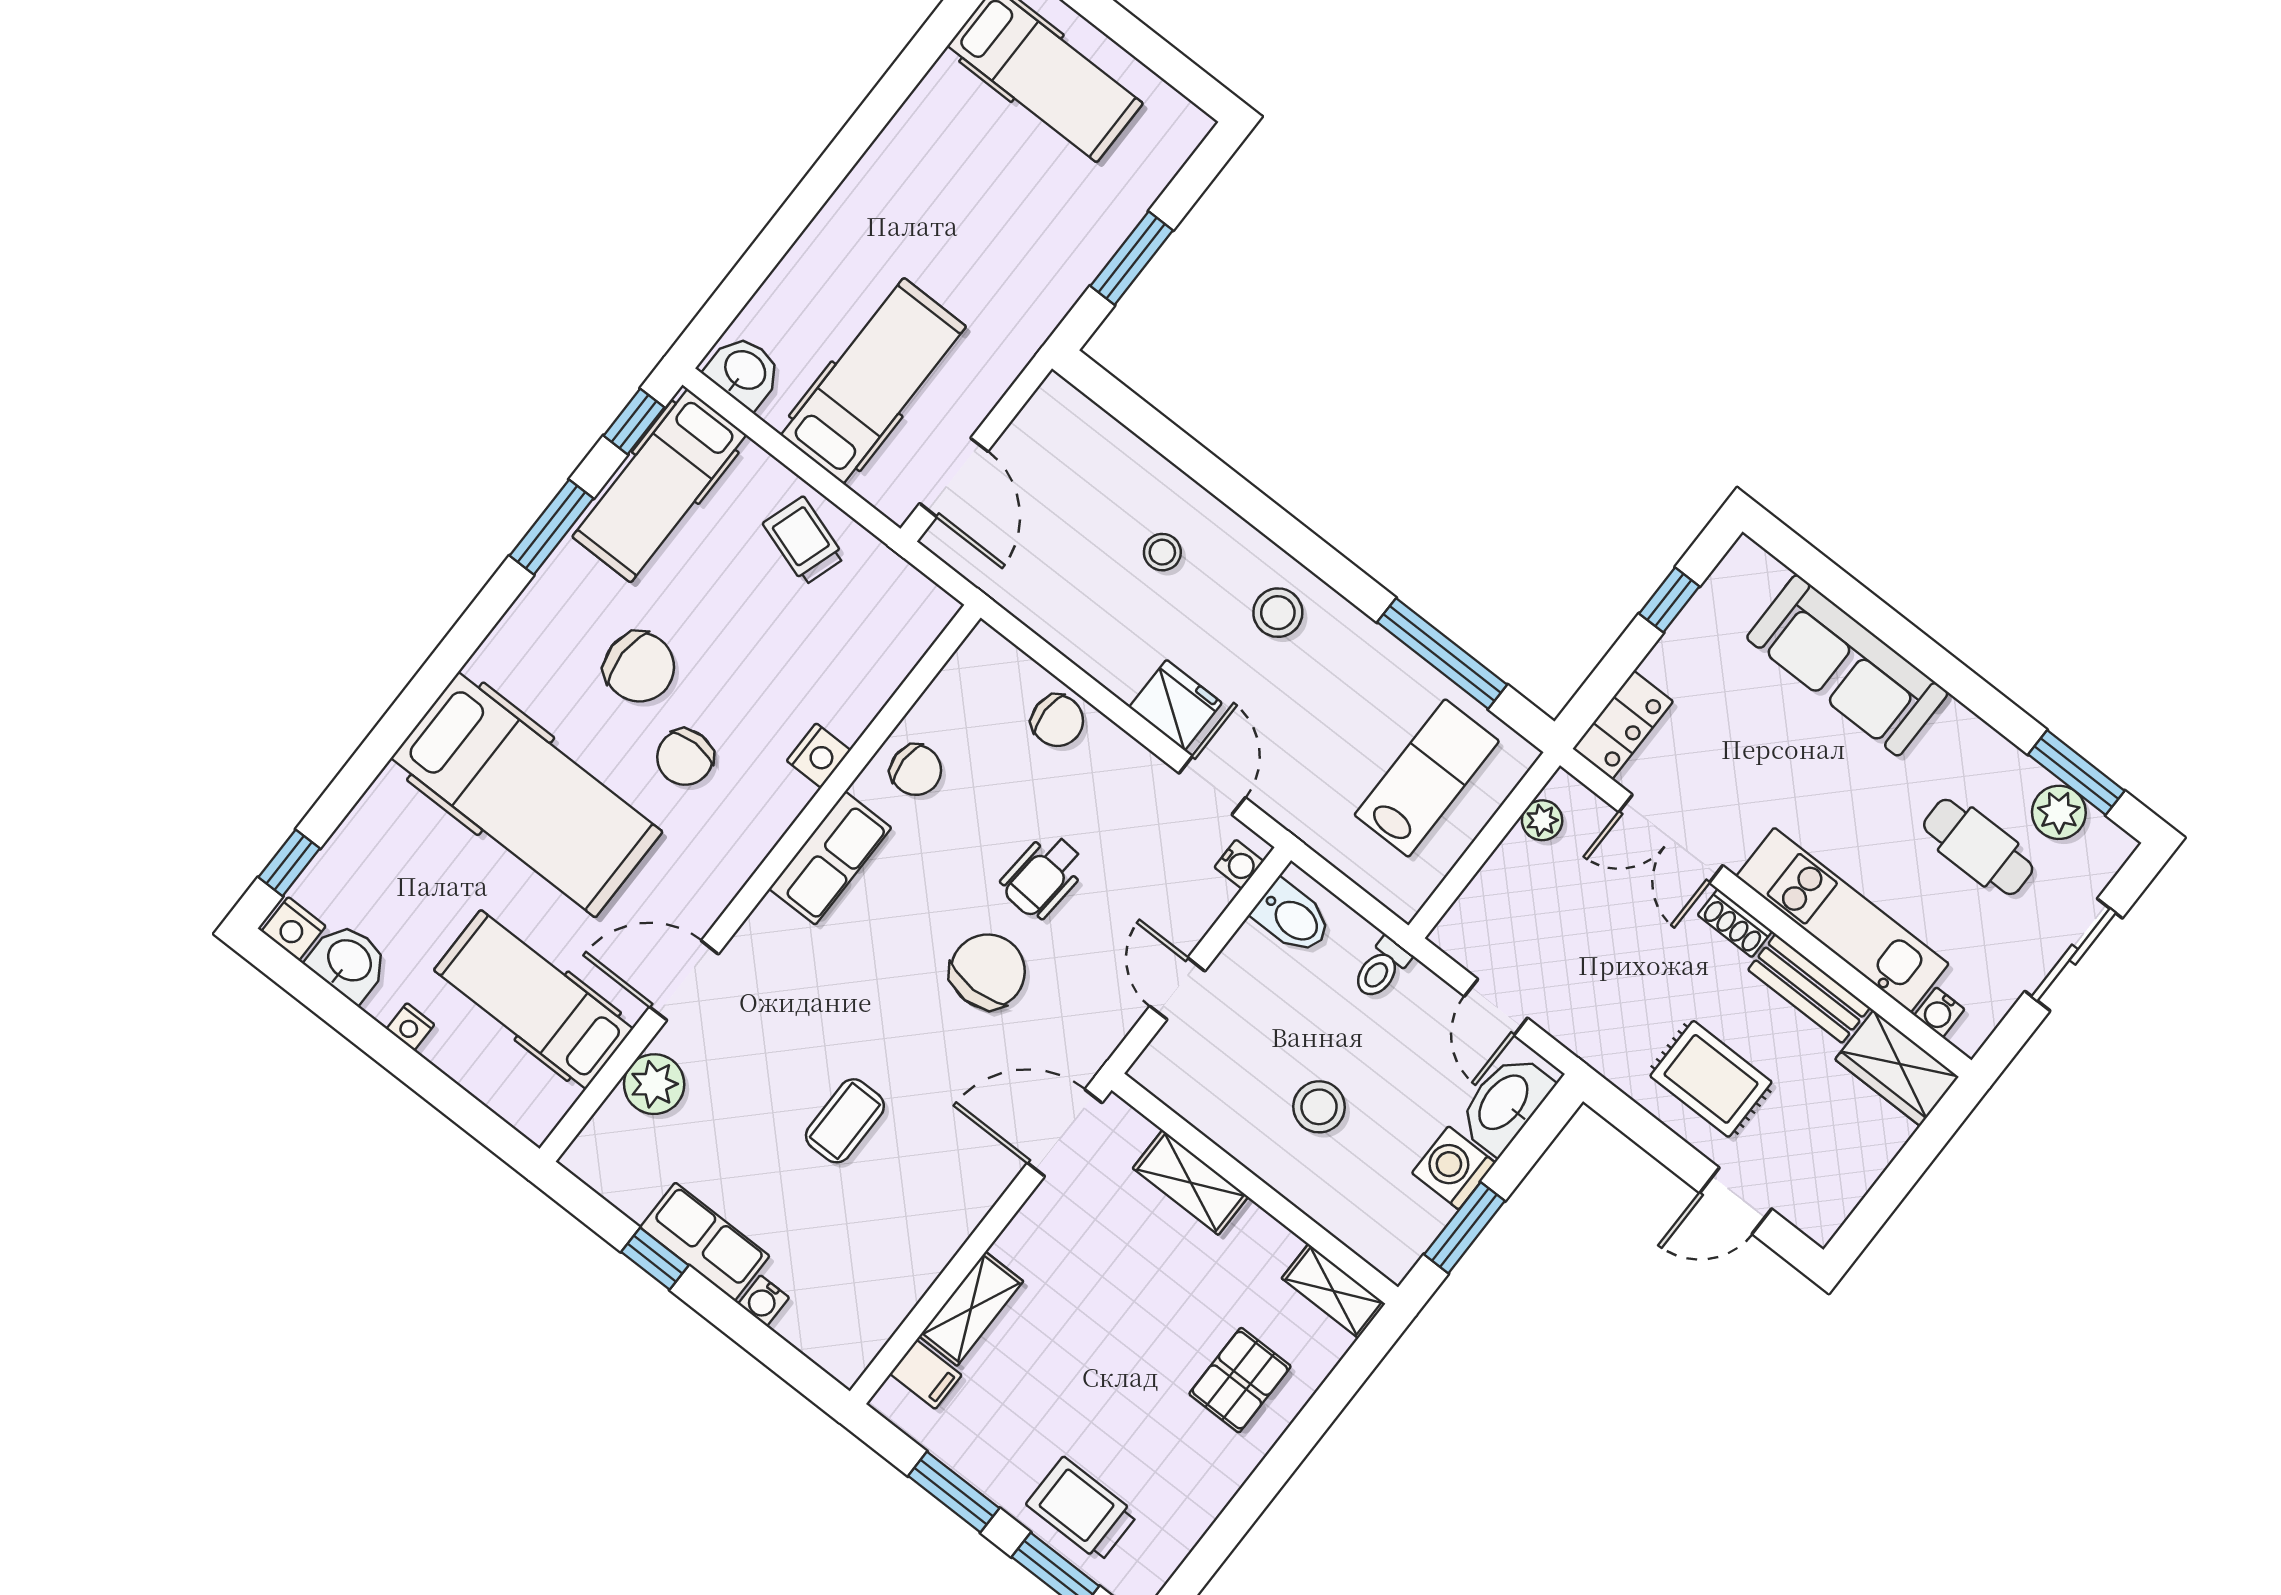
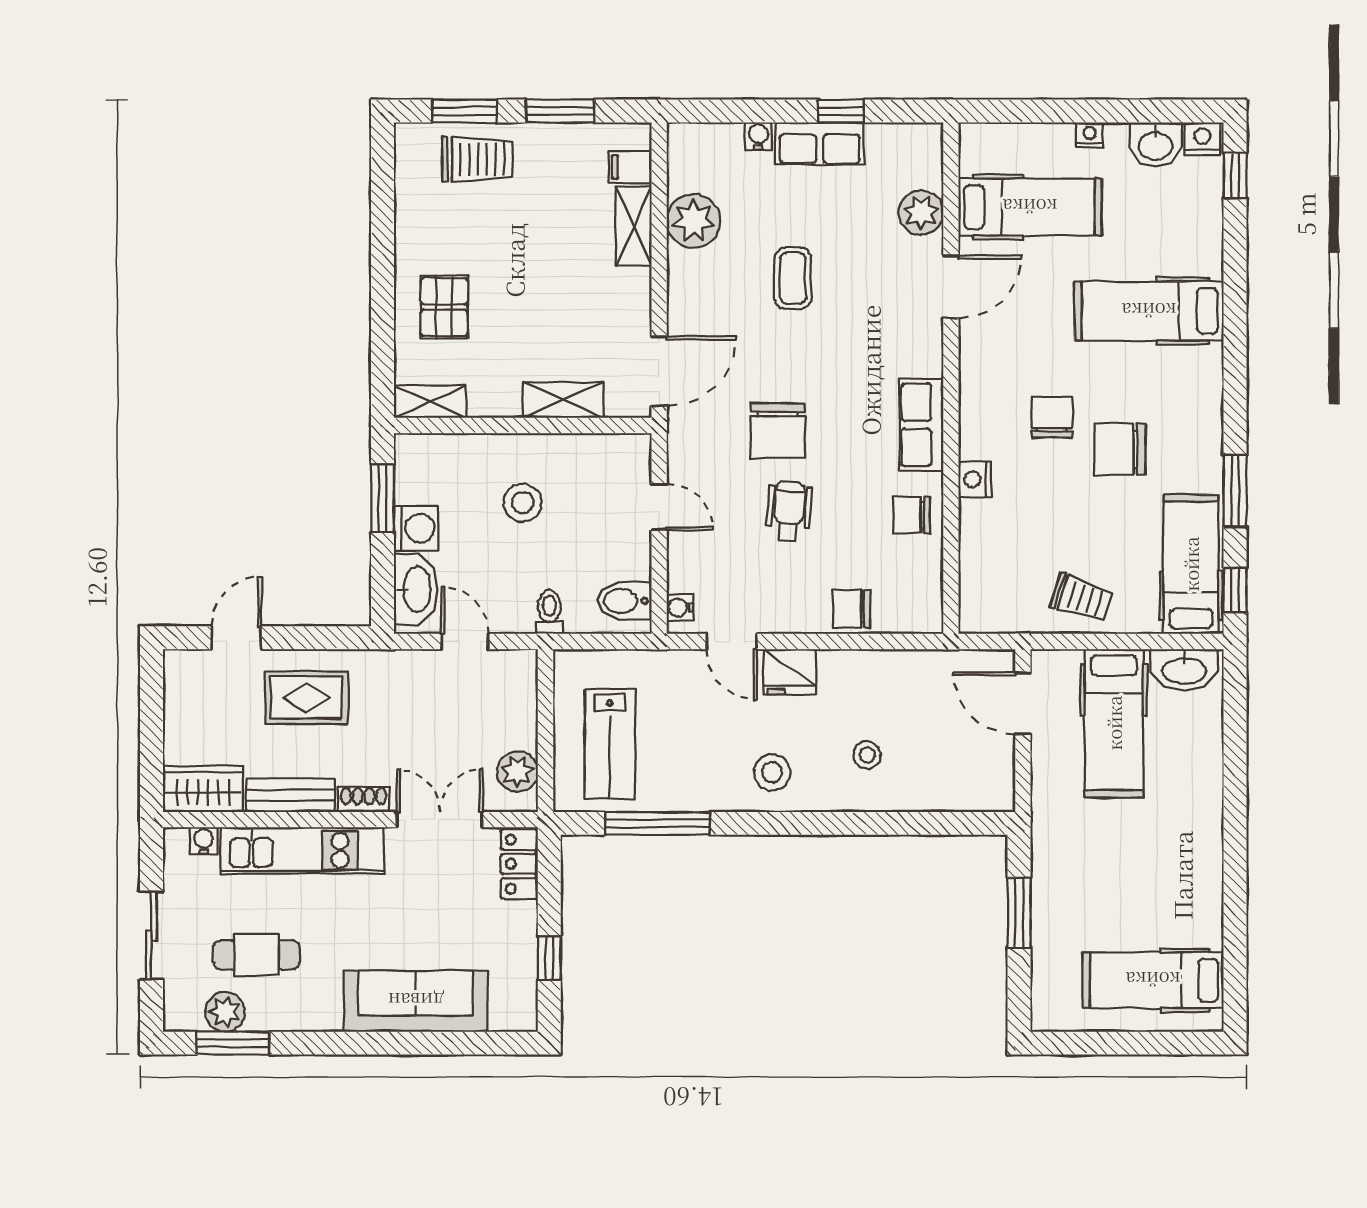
washbasin: (744, 371) -> (1184, 670), width x1.38
hospital bed: (527, 795) -> (1149, 311), width x0.73, depth x0.78
plant: (1542, 820) -> (517, 772), width x1.38, depth x1.38
plant: (903, 1265) -> (693, 221), added

